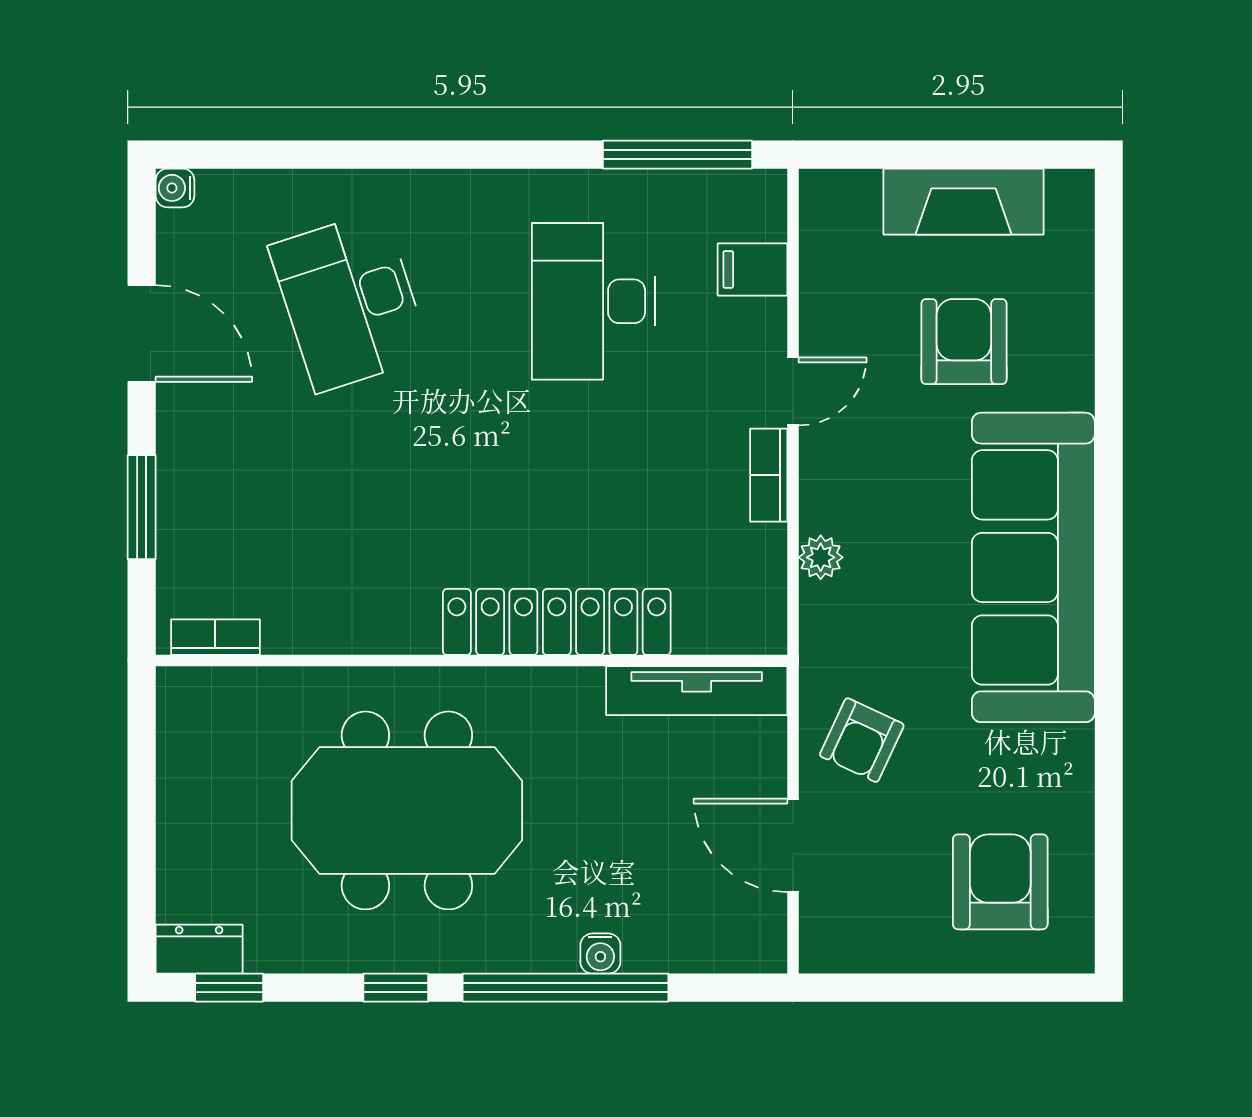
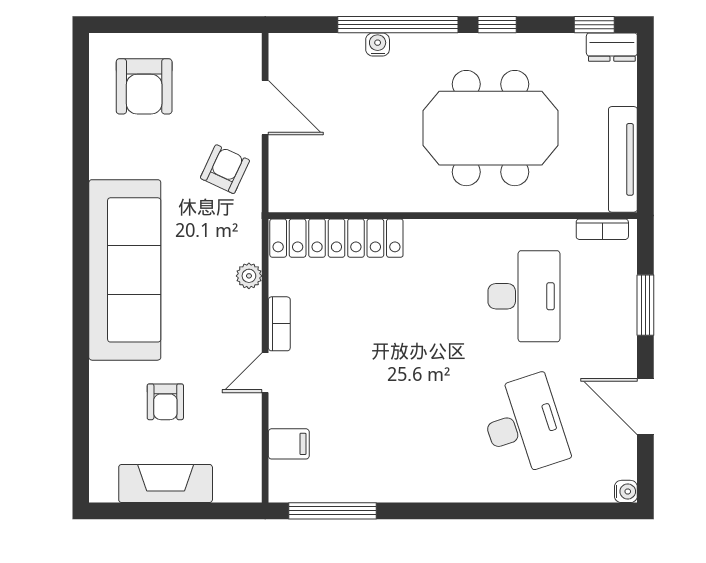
desk: (593, 301) -> (524, 296), moved
armchair: (964, 342) -> (165, 402), width x0.72, depth x0.72
locker: (557, 622) -> (336, 238), moved
tv unit: (697, 691) -> (623, 159), moved, turned -90

